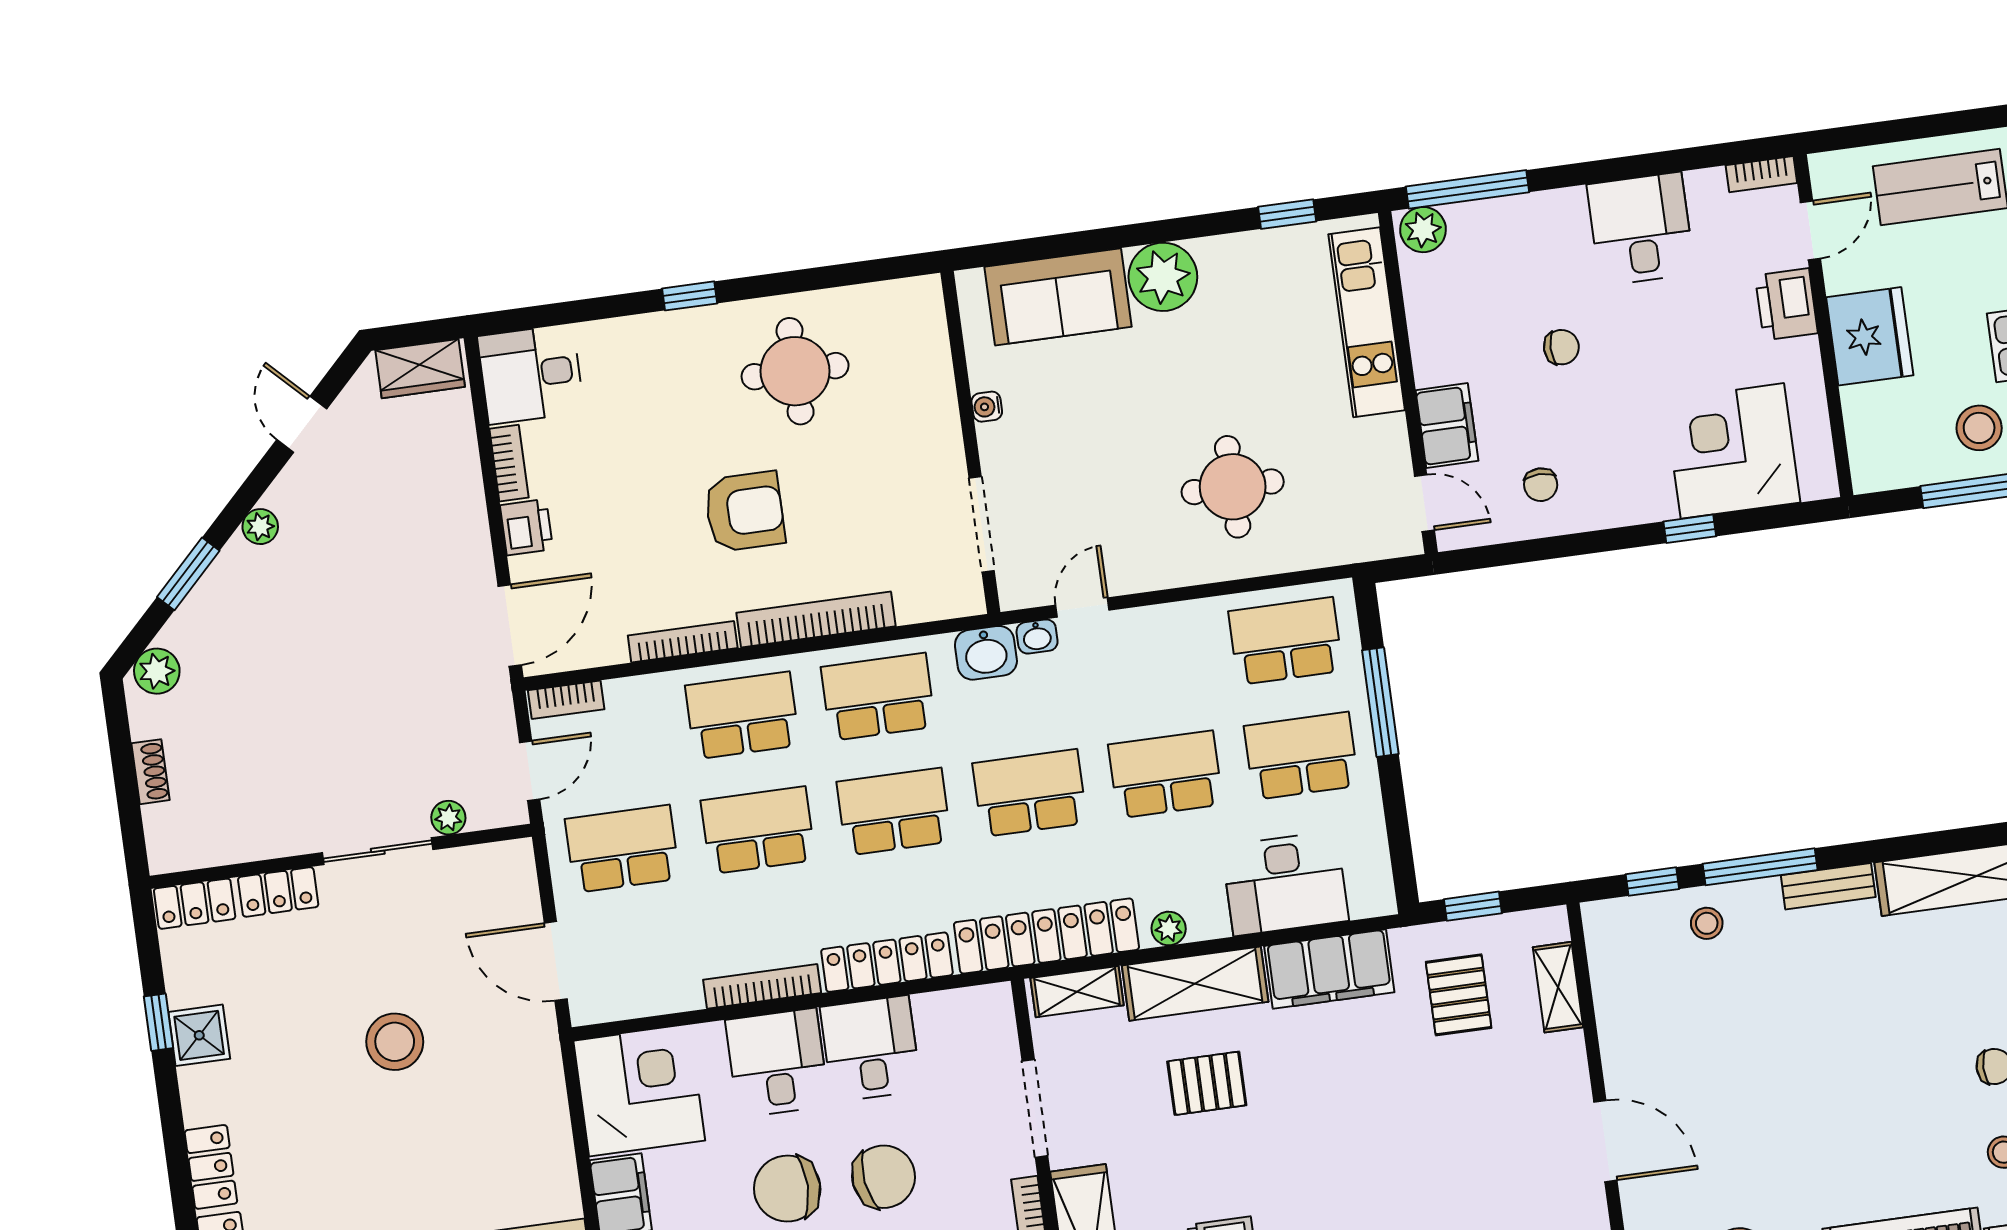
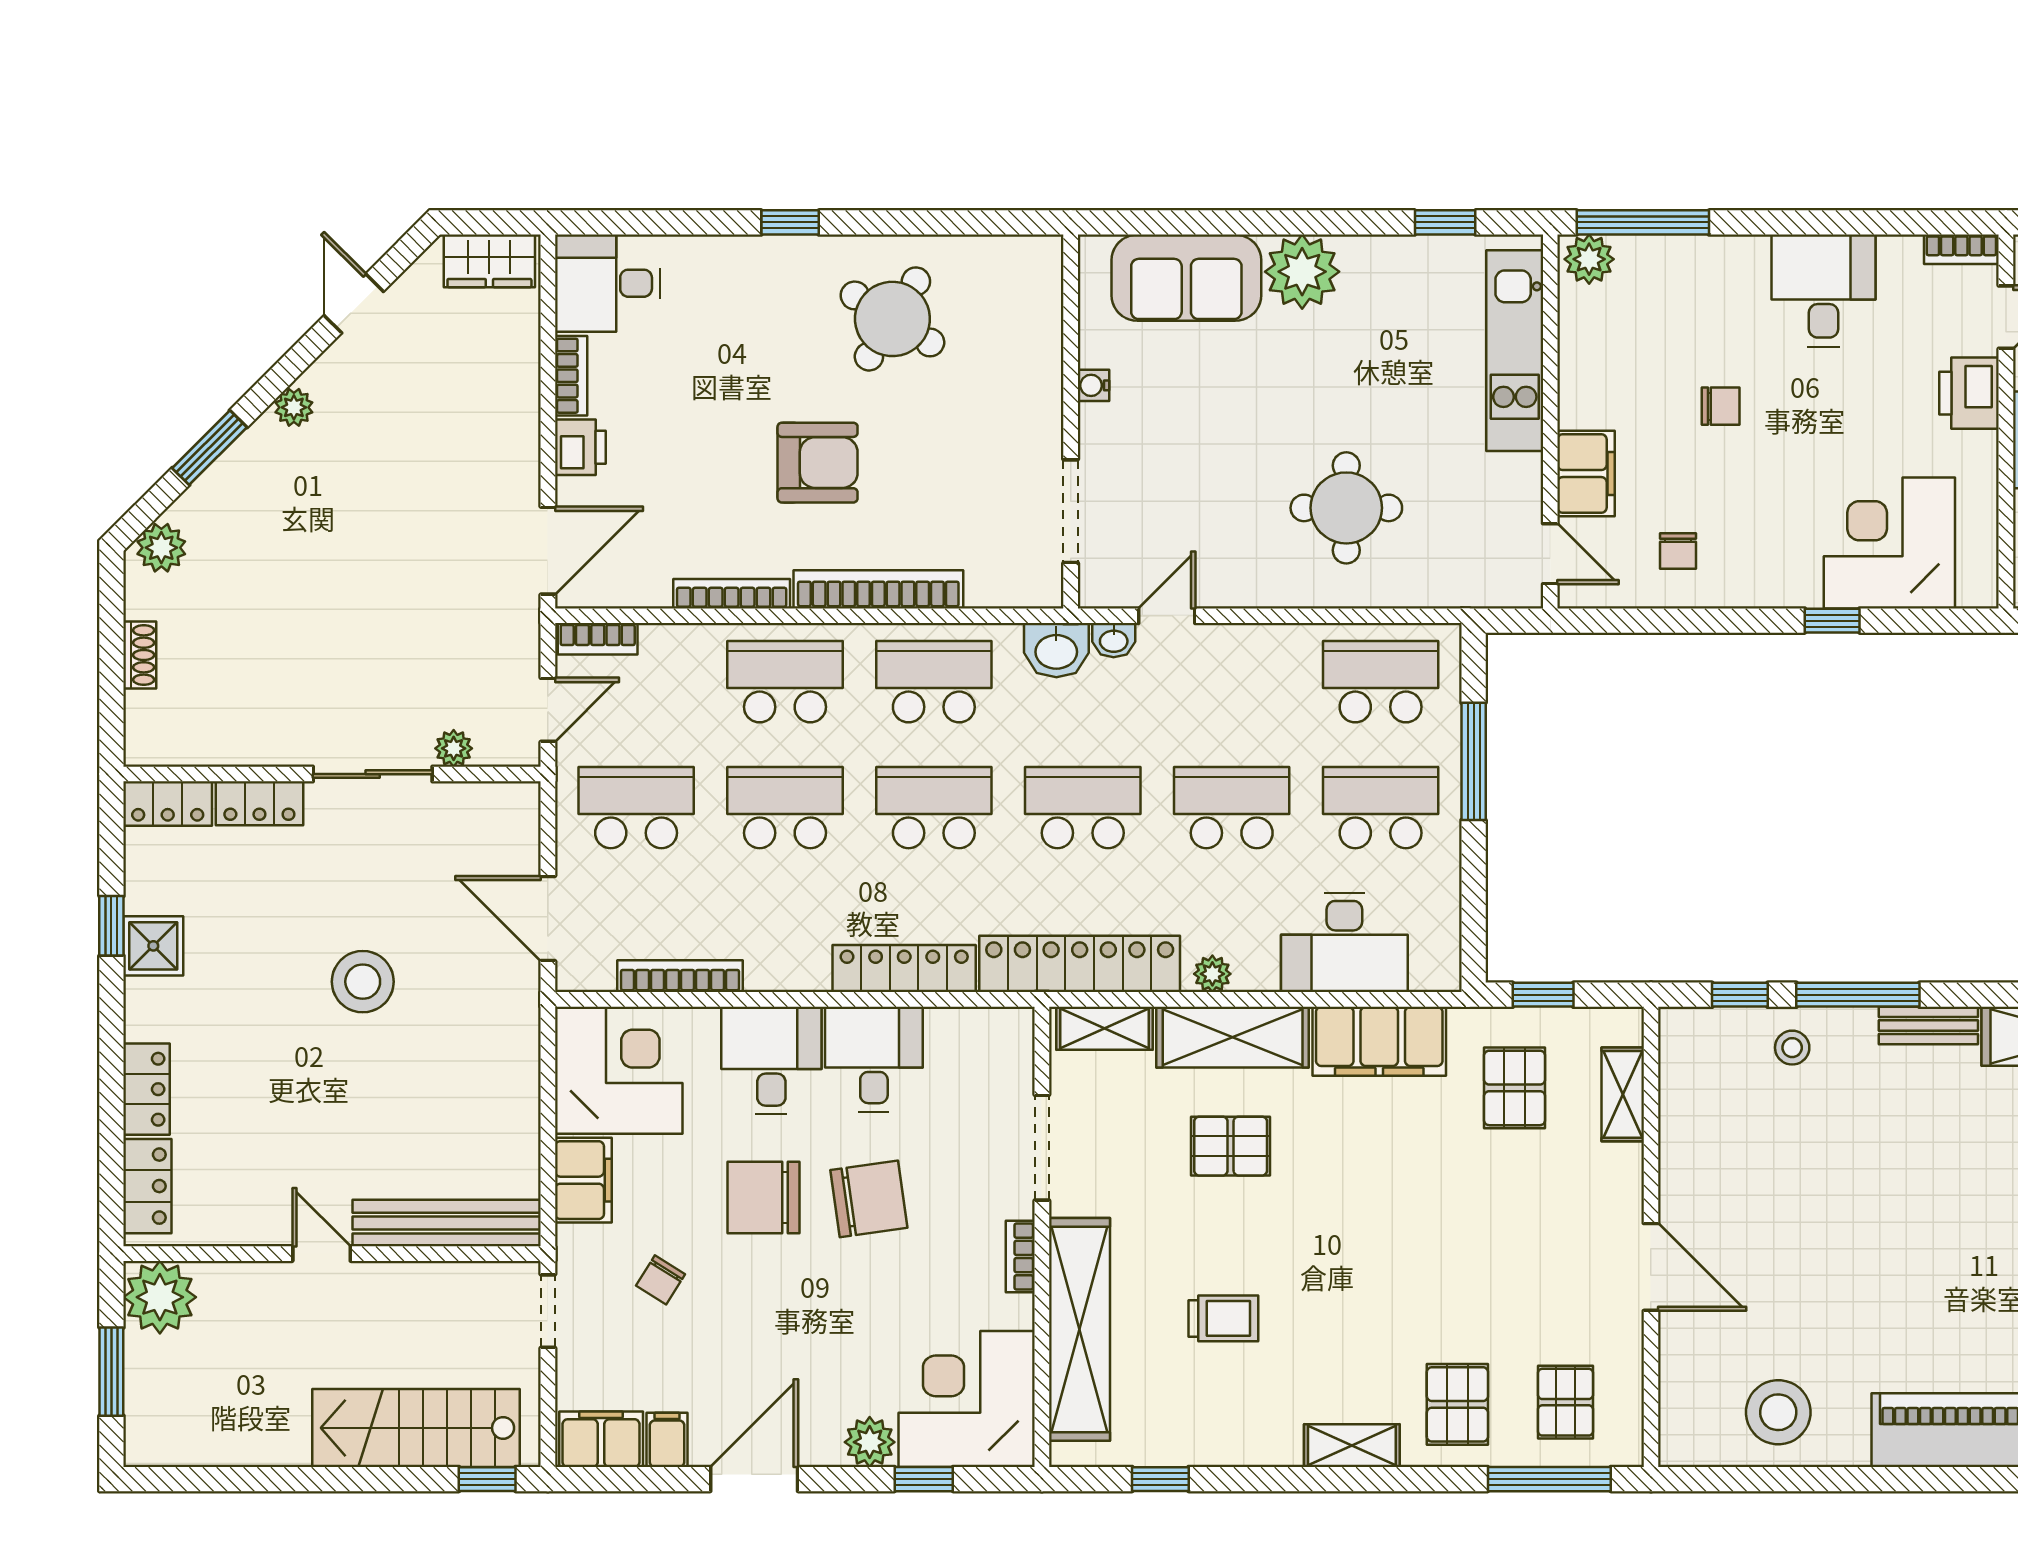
round table: (795, 371) -> (892, 319), turned 32
bookcase: (762, 986) -> (680, 976), moved

